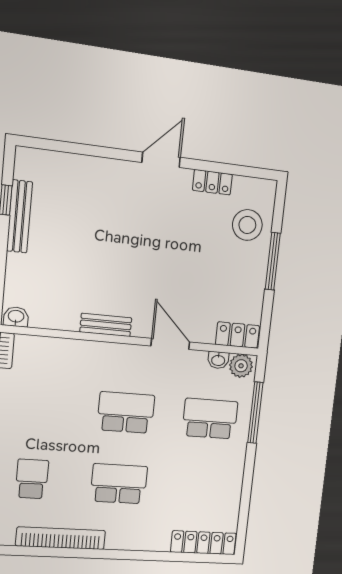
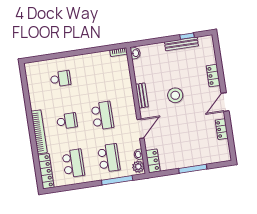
door: (161, 160) -> (225, 102), swing flipped
locker: (102, 169) -> (213, 76), added
stool: (247, 225) -> (175, 95), moved
school desk: (119, 484) -> (67, 121), width x0.54
school desk: (202, 488) -> (73, 163), added
bookcase: (61, 538) -> (39, 132), moved

